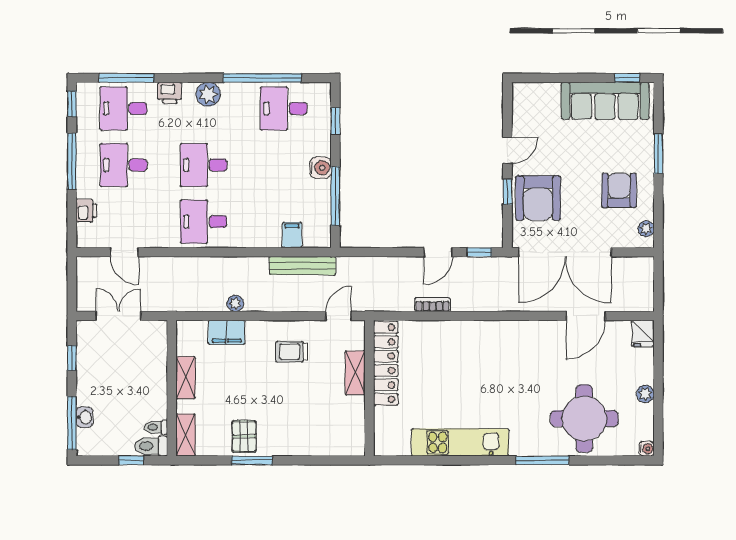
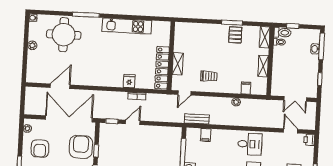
printer: (86, 210) -> (309, 140), moved
bench: (302, 266) -> (197, 119), width x0.73
filing cabinet: (227, 332) -> (246, 88), width x0.50
fridge: (643, 333) -> (129, 81), moved

